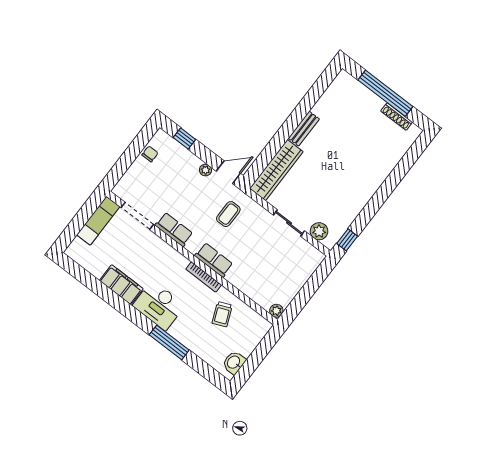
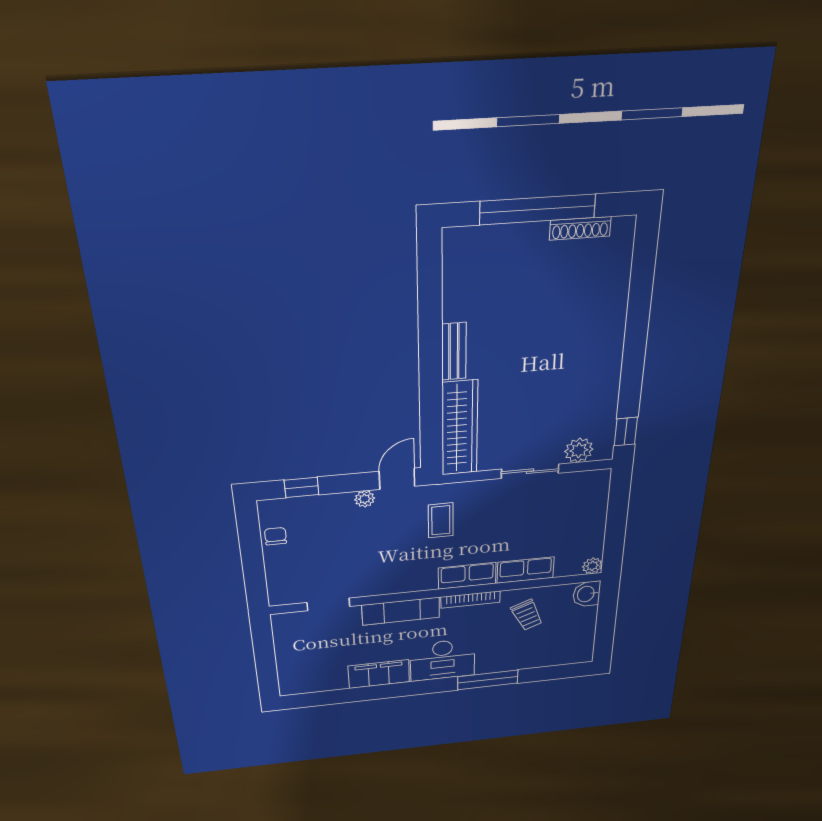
doorway: (137, 216) -> (328, 604), width x0.73
exam couch: (98, 221) -> (401, 611), moved, turned 90
row of seats: (174, 229) -> (526, 570), moved
washbasin: (234, 362) -> (587, 594), moved

